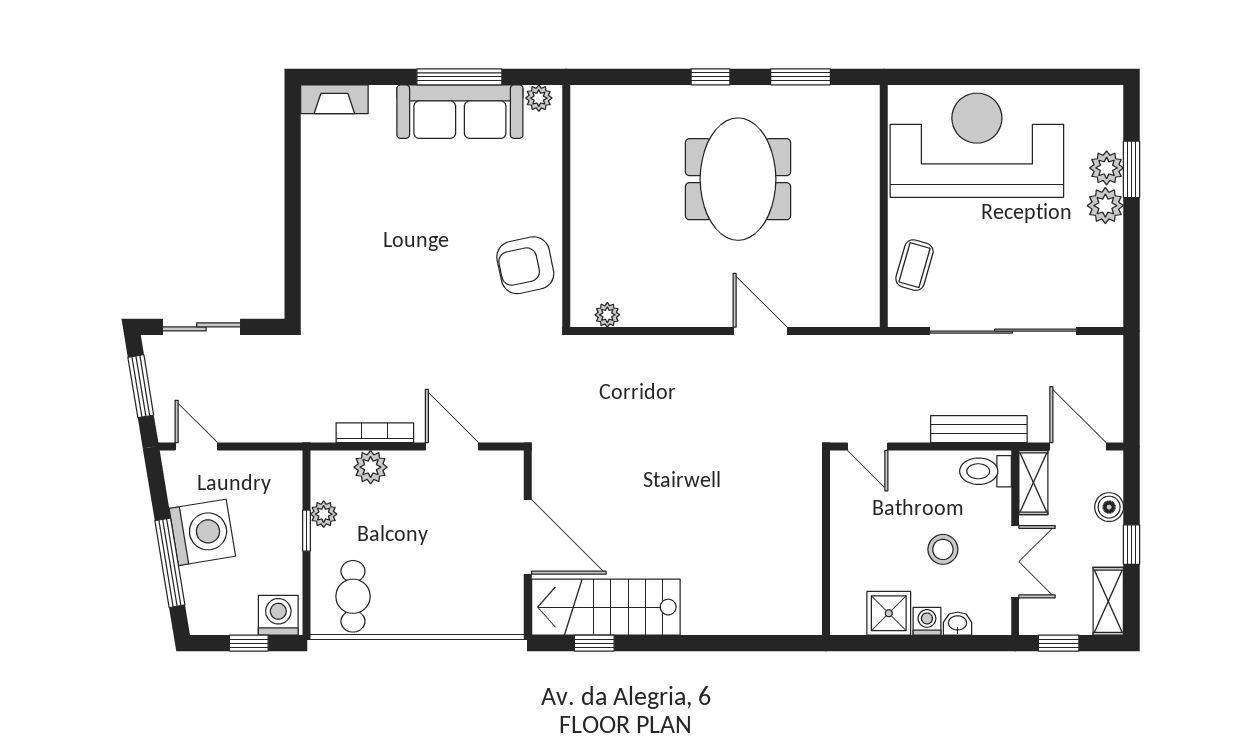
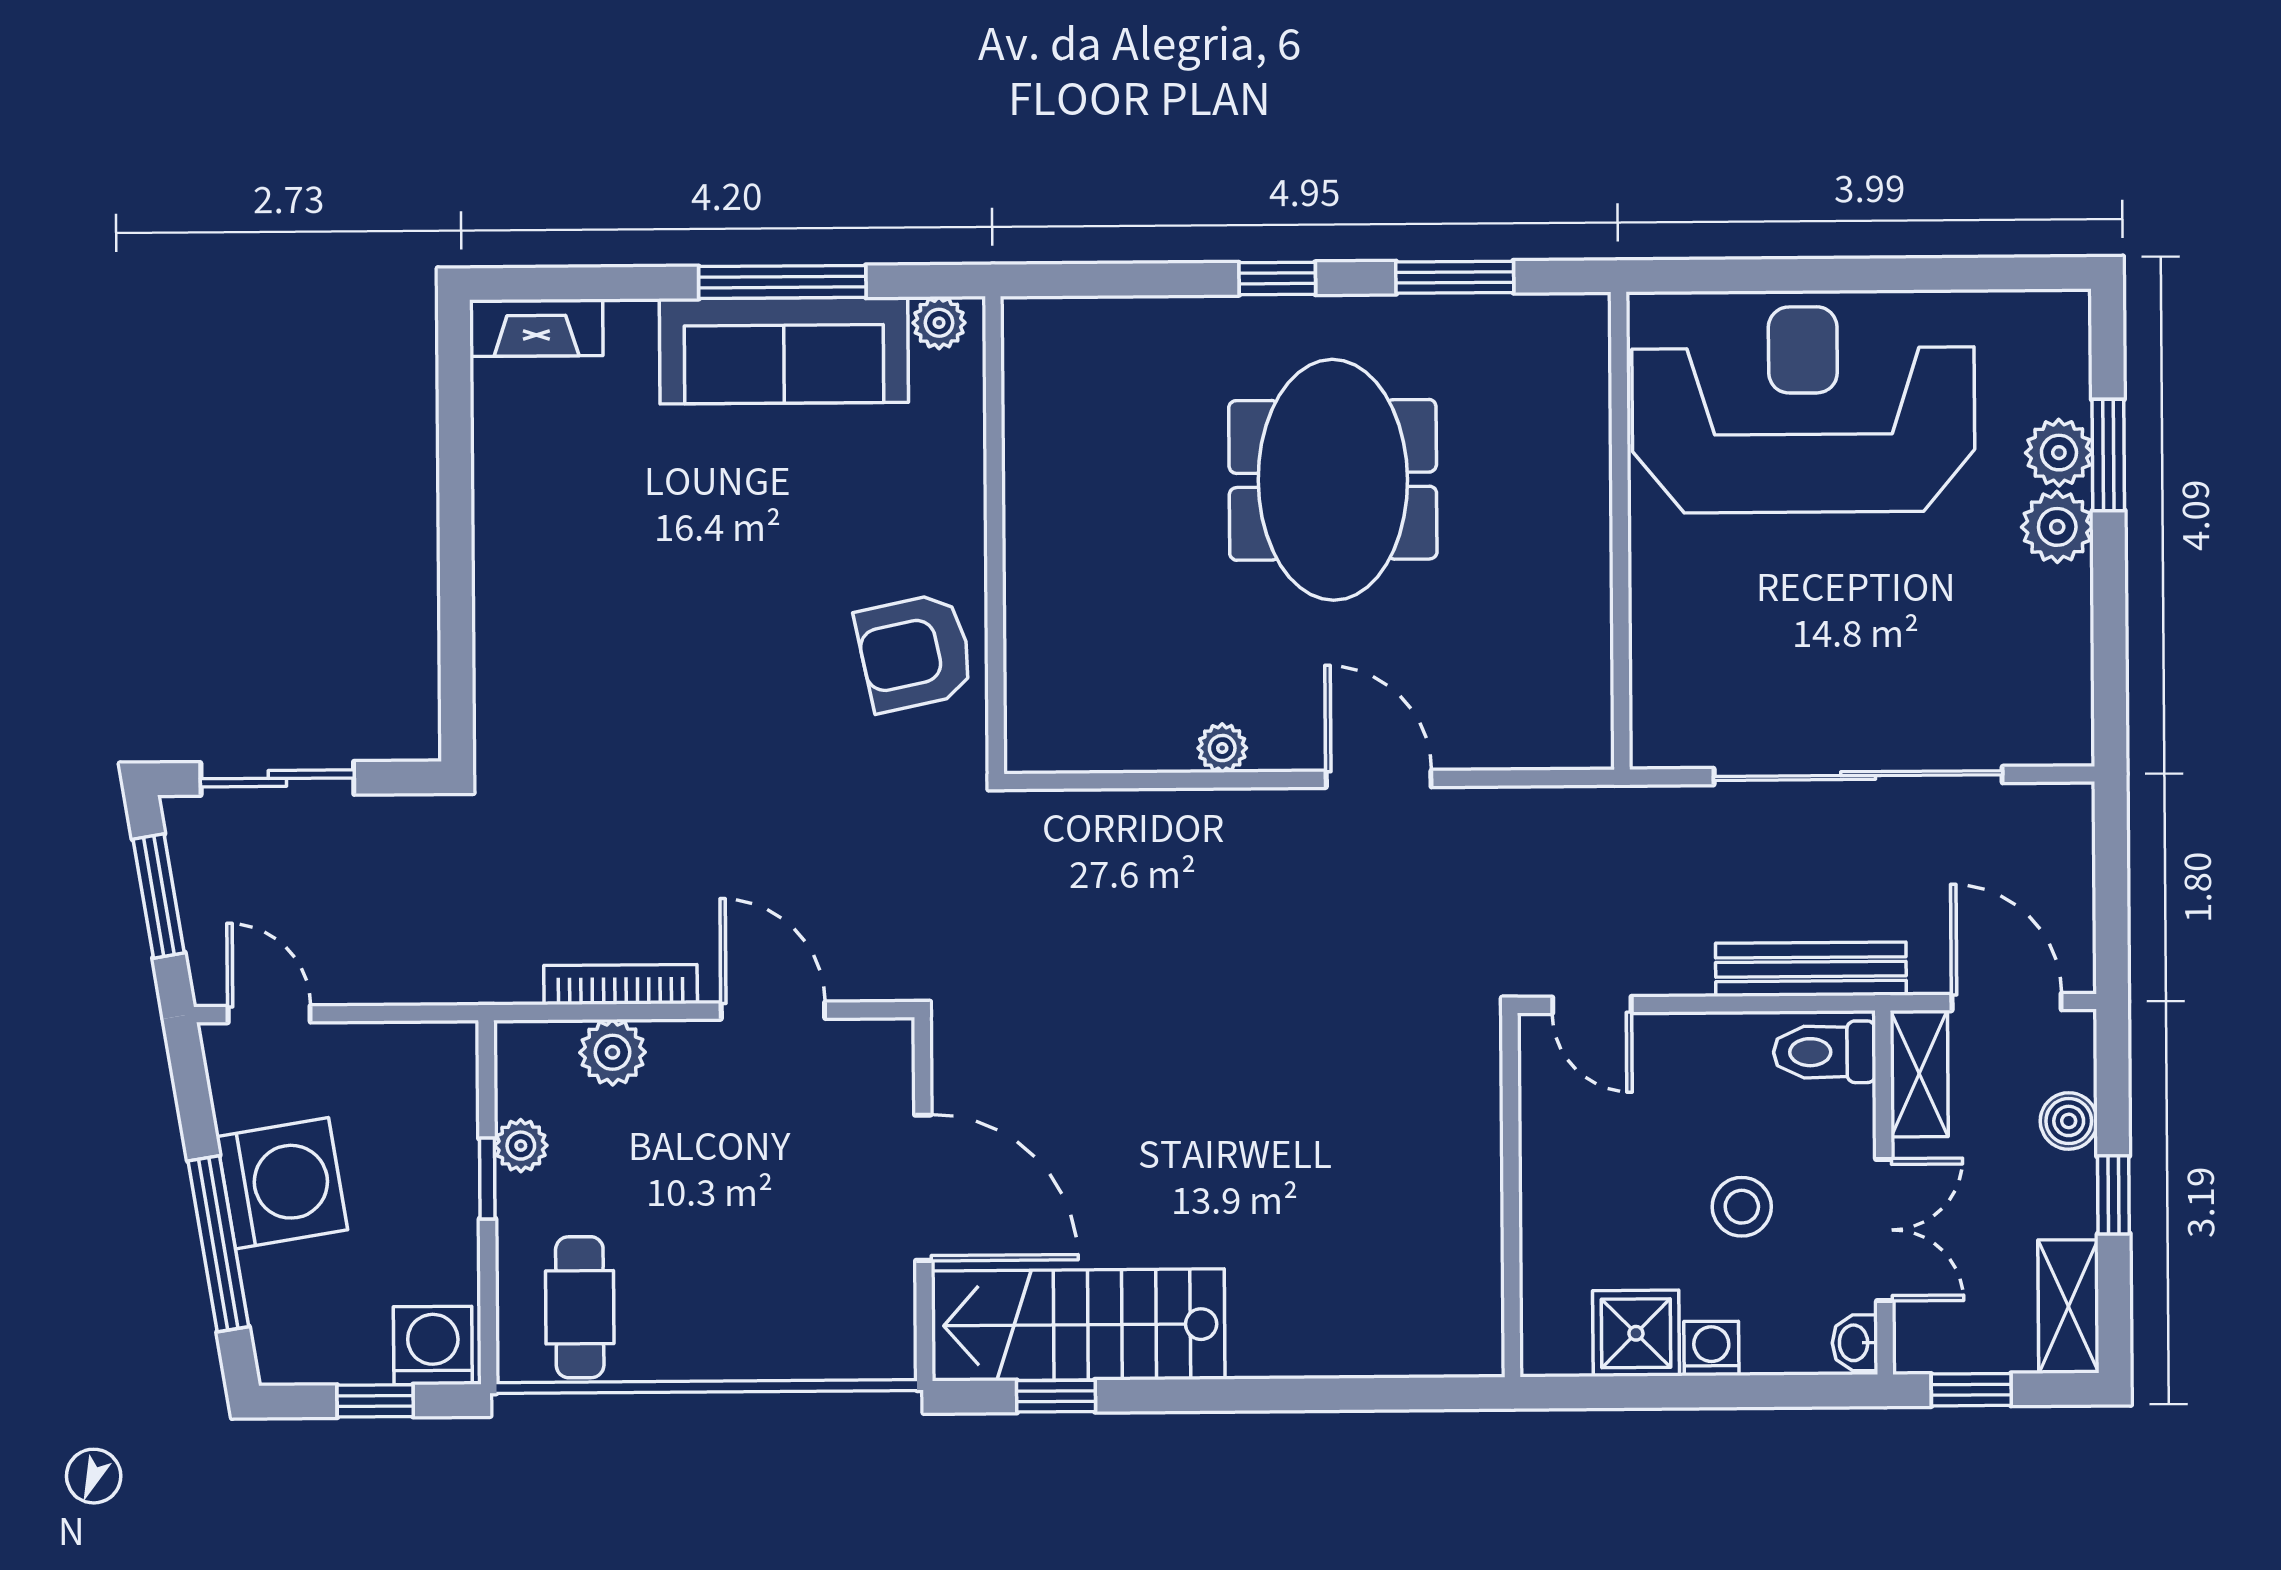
coffee table: (914, 265) -> (1682, 647), removed
plant: (607, 315) -> (1222, 748), moved
washbasin: (958, 624) -> (1855, 1343), moved, turned -90

